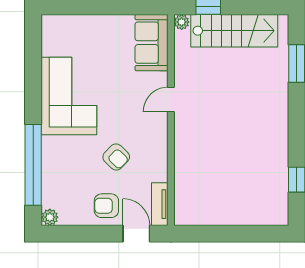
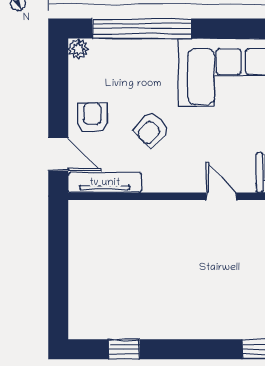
tv unit: (160, 204) -> (105, 183), width x1.41
door: (136, 234) -> (58, 154), hinge flipped

